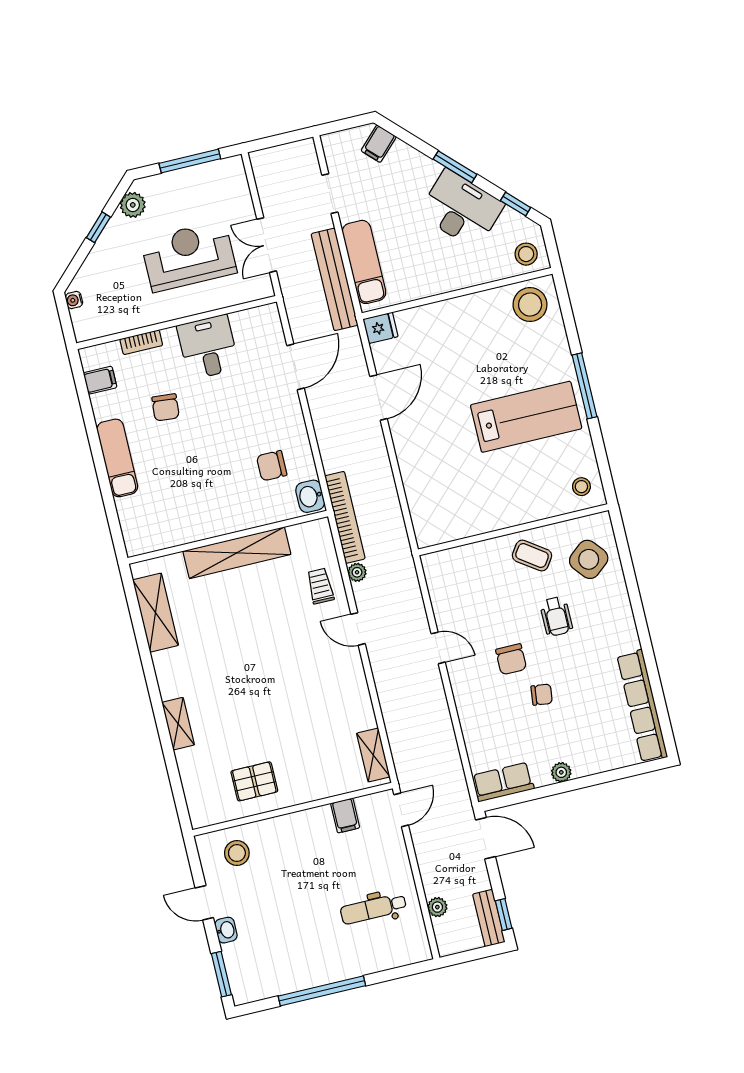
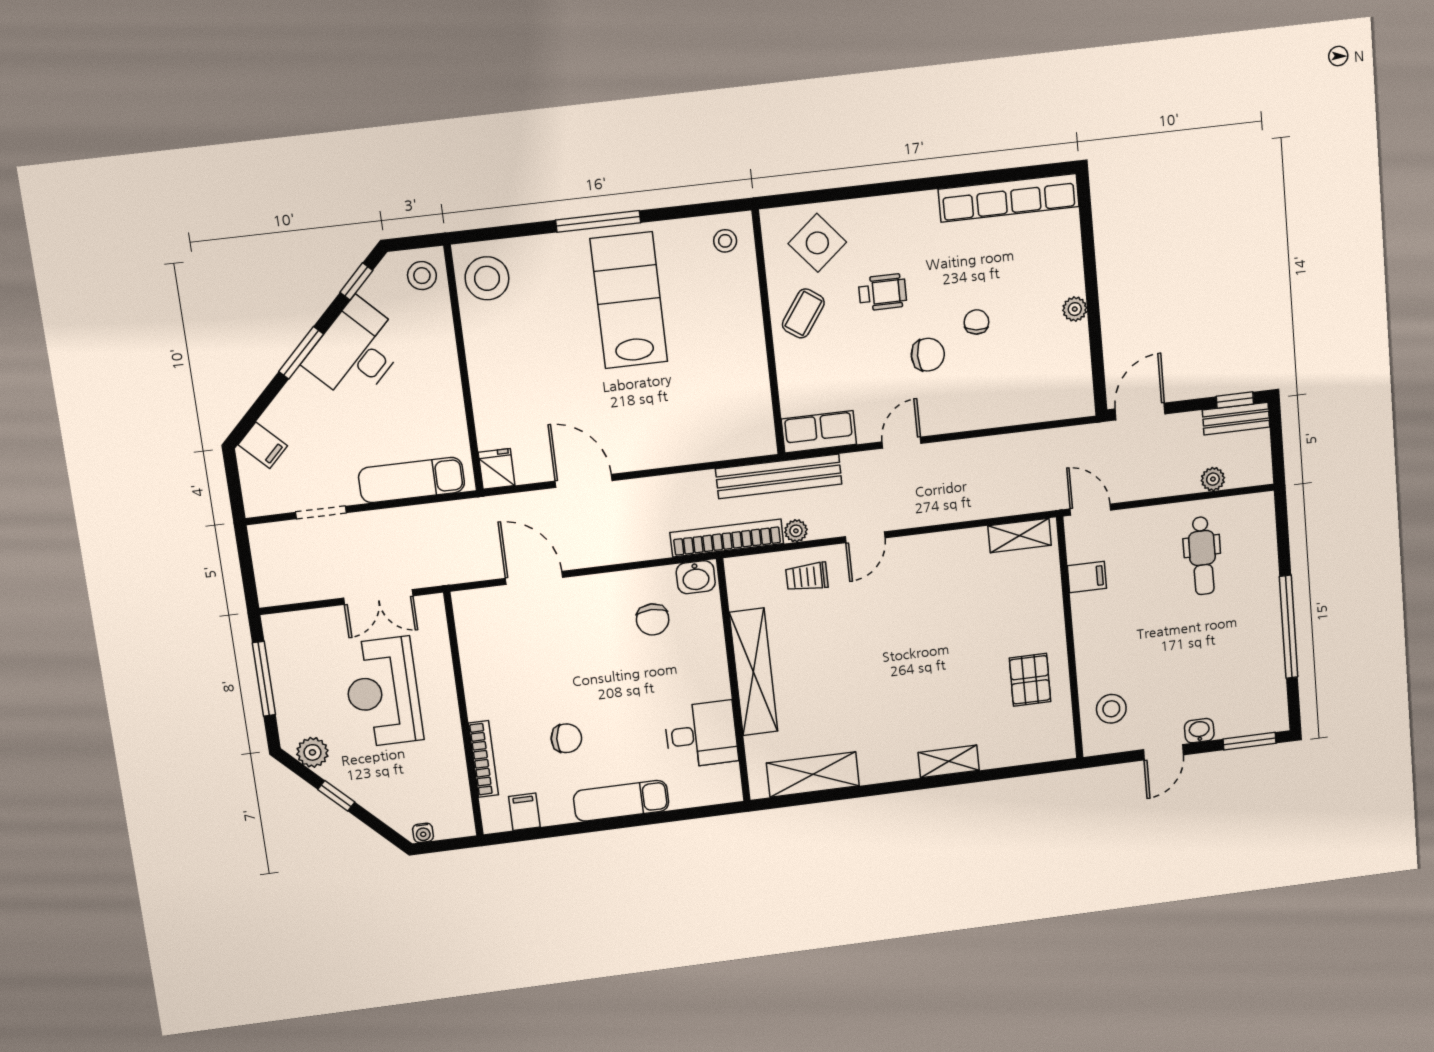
bench: (335, 279) -> (779, 476), moved
bookcase: (141, 342) -> (483, 759), width x1.56
desk: (208, 347) -> (701, 735), moved, turned 180
row of seats: (503, 782) -> (819, 432), moved, turned 90

